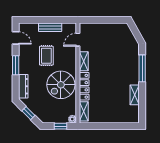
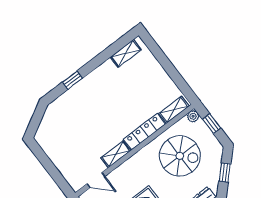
window: (142, 68) -> (72, 80), width x0.46
spiral stairs: (61, 85) -> (180, 156), moved
shelving: (135, 95) -> (126, 53), moved

